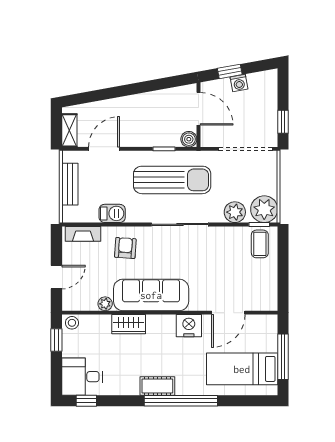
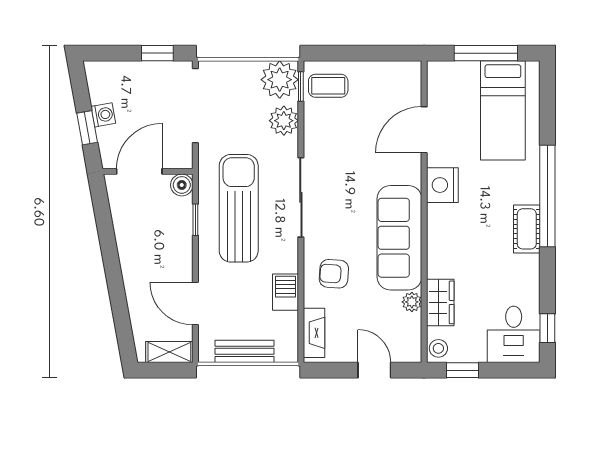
door: (228, 313) -> (424, 130), swing flipped
wardrobe: (129, 324) -> (440, 302), moved

